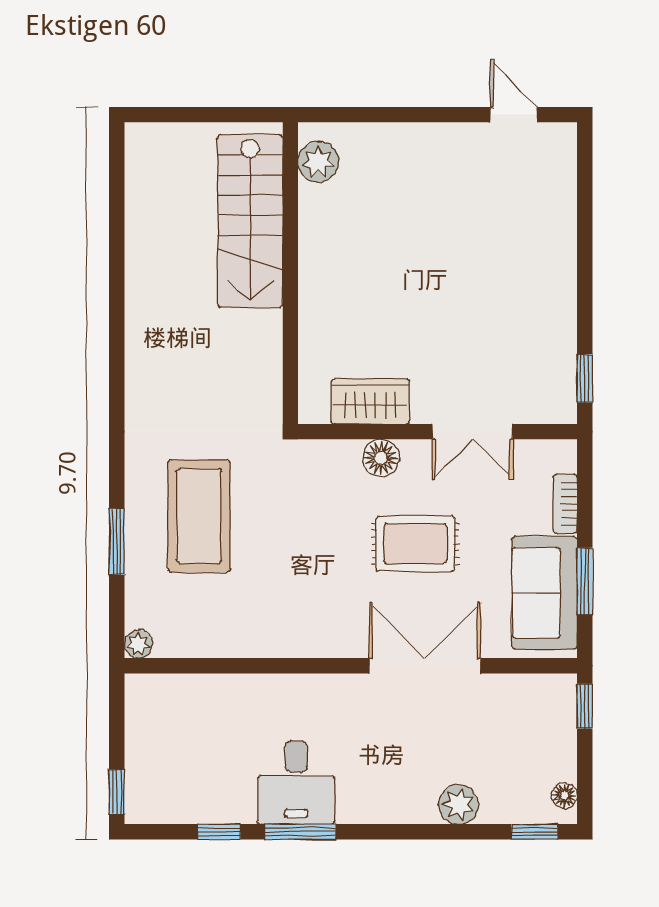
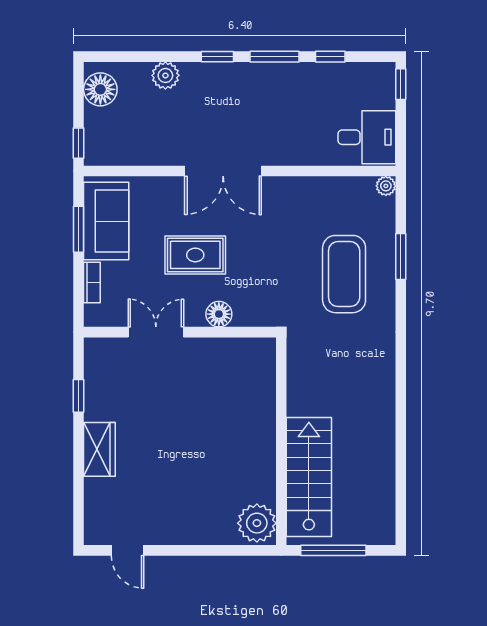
window: (215, 115) -> (333, 550), added
plant: (318, 162) -> (257, 523), width x1.36, depth x1.36
window: (585, 378) -> (79, 396), moved
wardrobe: (370, 401) -> (99, 449), moved, turned -90
double door: (425, 666) -> (223, 171), moved
desk: (296, 782) -> (367, 137), moved, turned 90
floor lamp: (564, 796) -> (100, 89), width x1.89, depth x1.89
window: (535, 832) -> (217, 57), moved

